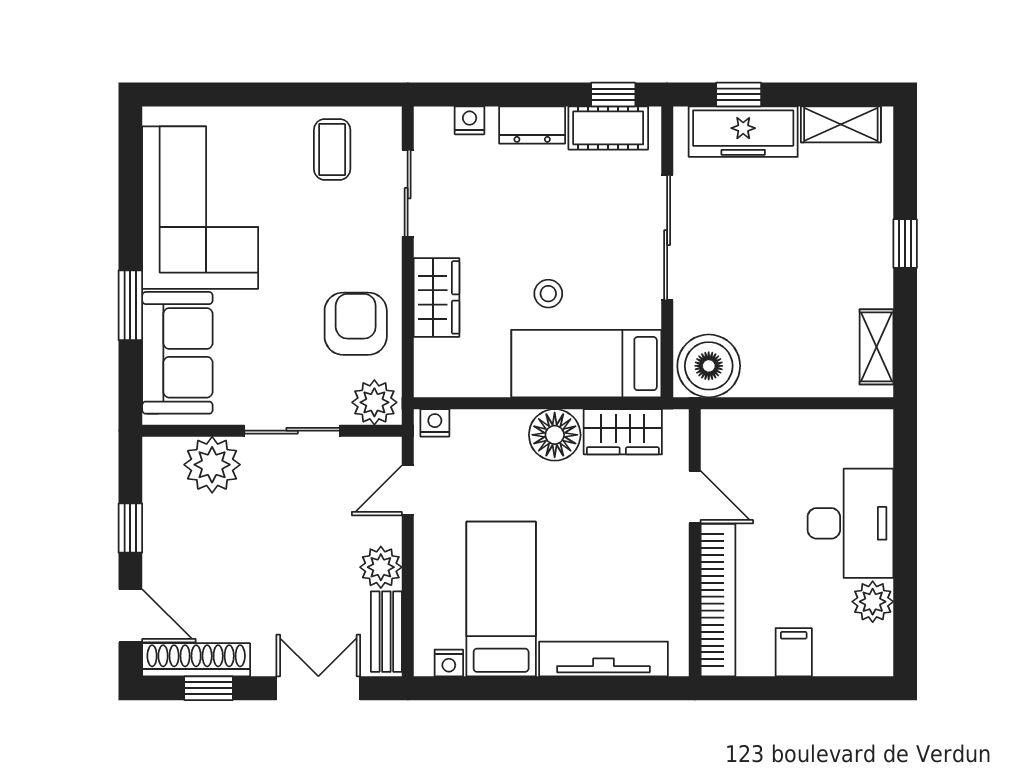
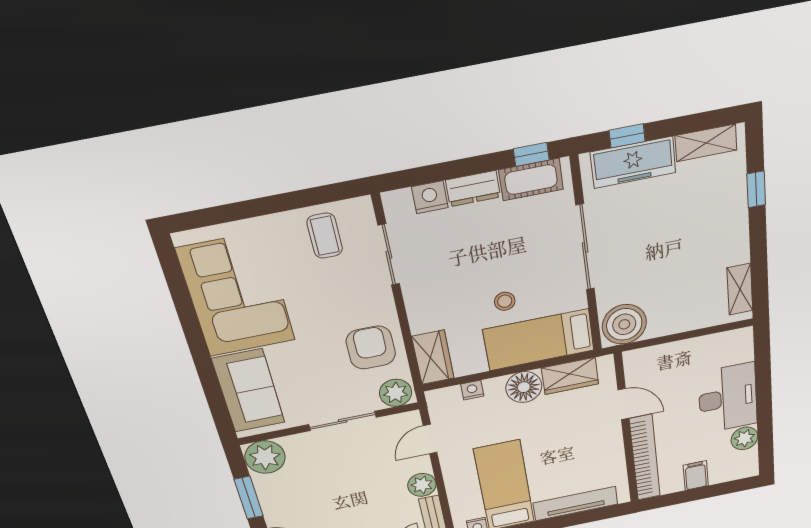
nightstand: (470, 120) -> (430, 197), width x1.39, depth x1.35
window: (905, 244) -> (756, 189), moved
wardrobe: (436, 297) -> (433, 357), moved
window: (130, 305) -> (205, 368), removed
nightstand: (435, 423) -> (472, 390), moved
plant: (212, 465) -> (265, 457), moved
window: (130, 528) -> (249, 498), width x1.50

